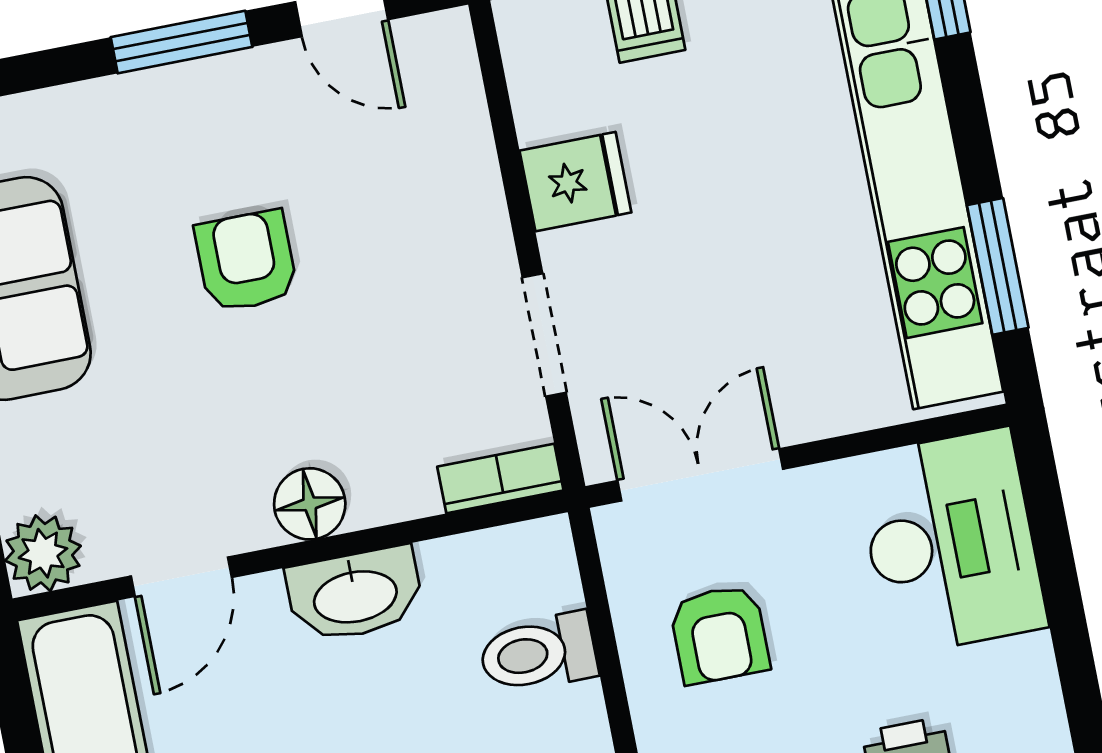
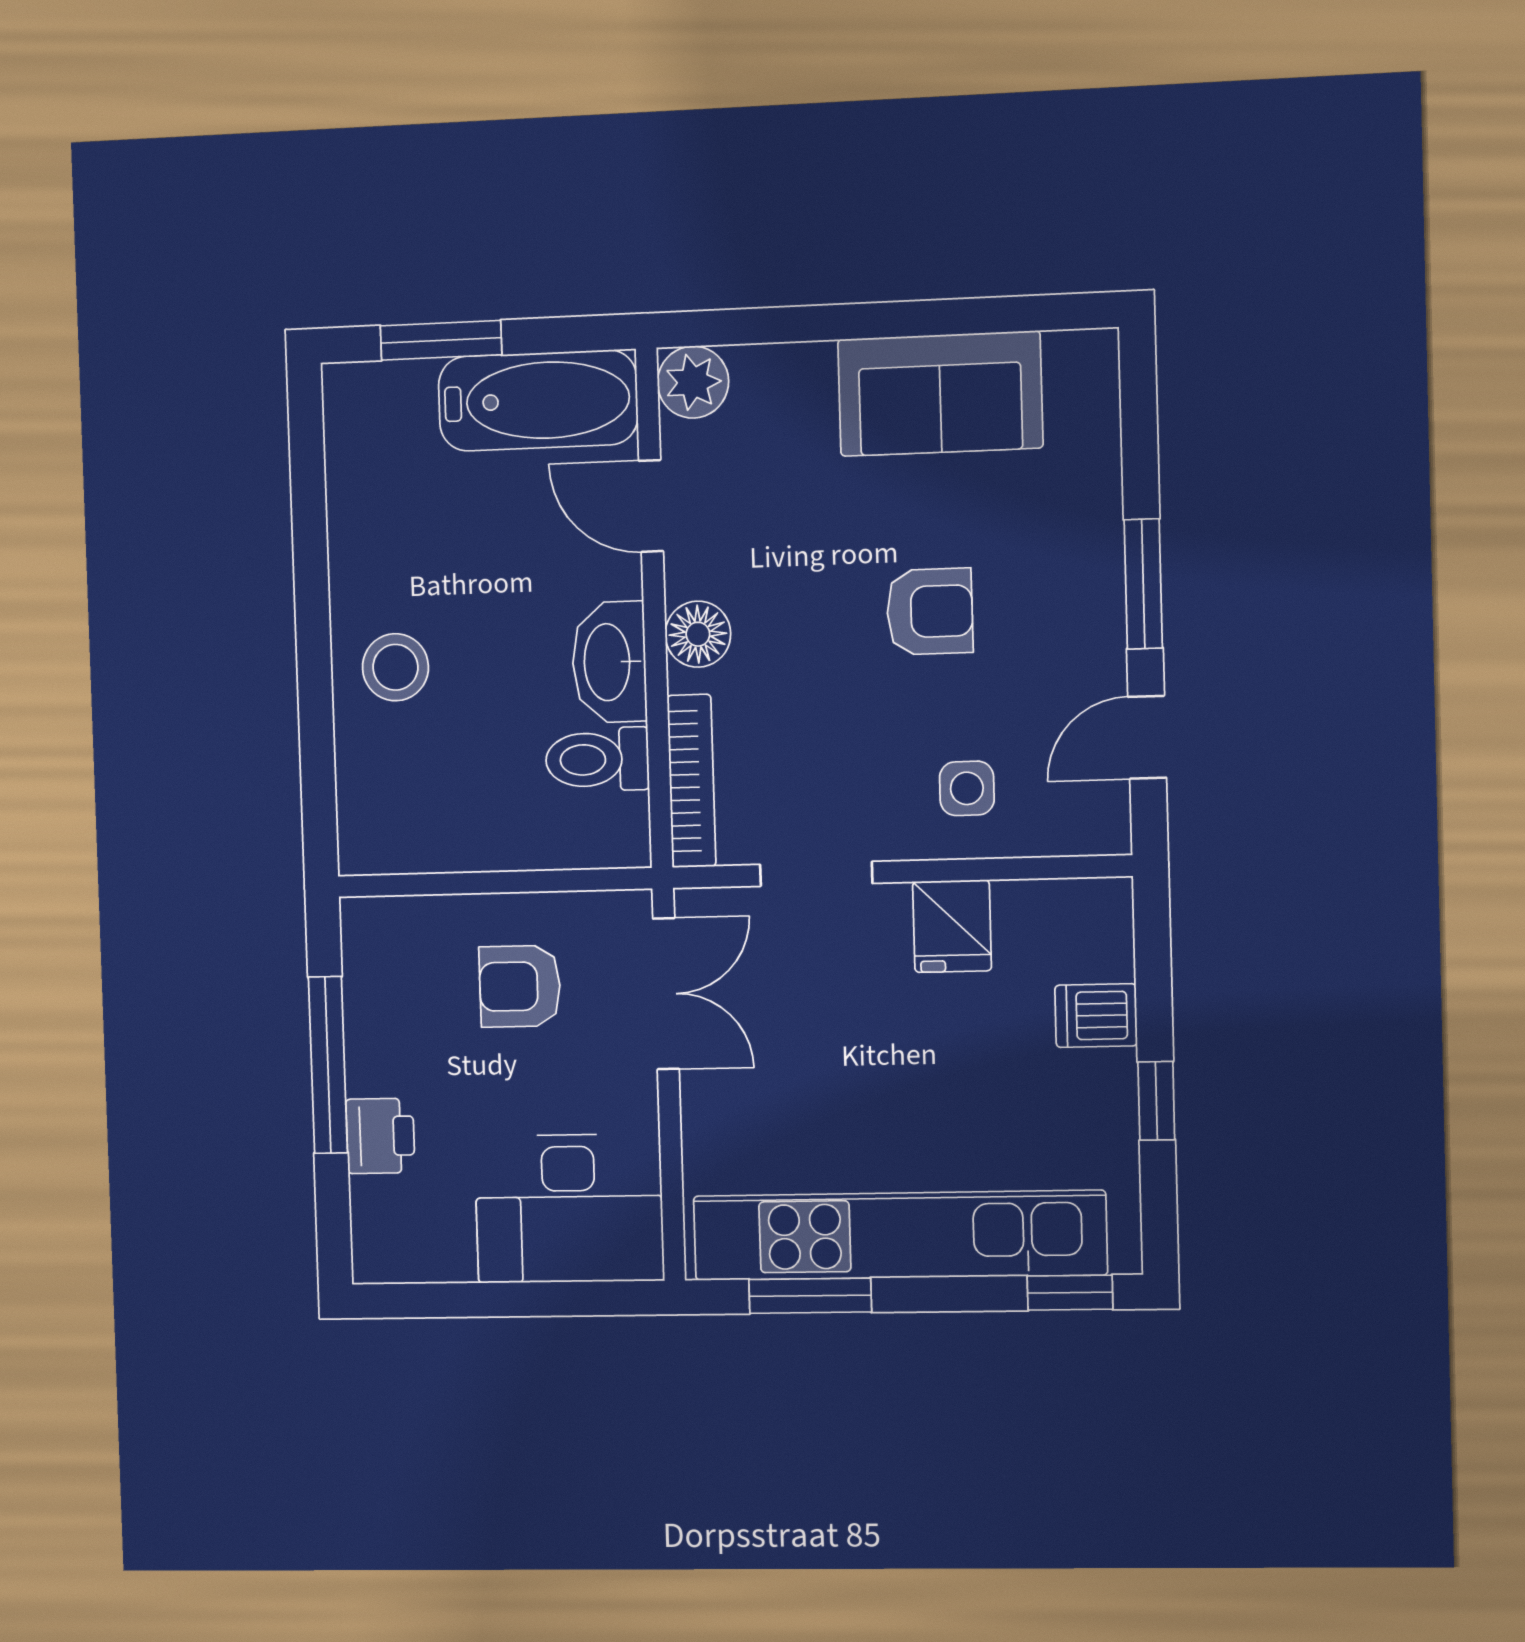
side table: (427, 190) -> (967, 788), added
bookcase: (500, 478) -> (692, 781), width x1.56
toilet: (538, 653) -> (597, 759), moved, turned -90

